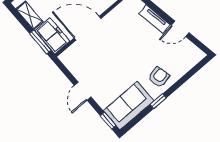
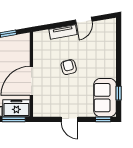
armchair: (159, 77) -> (69, 67), moved
window: (158, 101) -> (119, 93), moved

